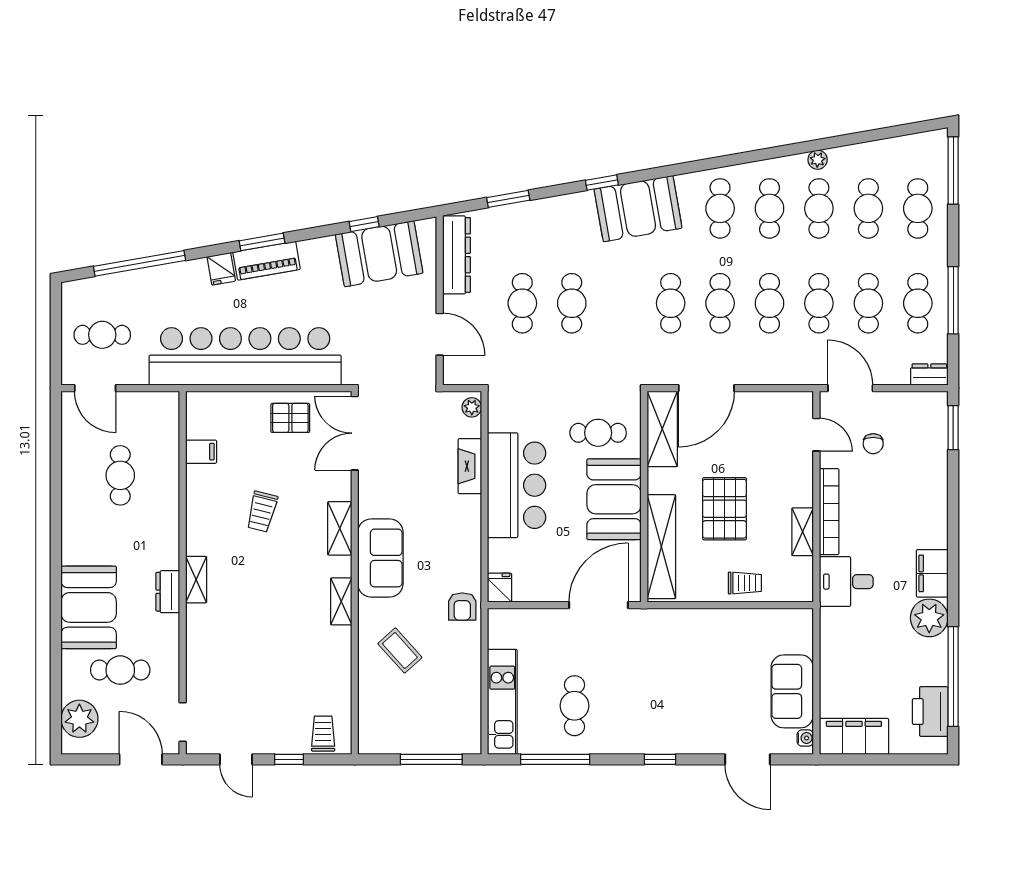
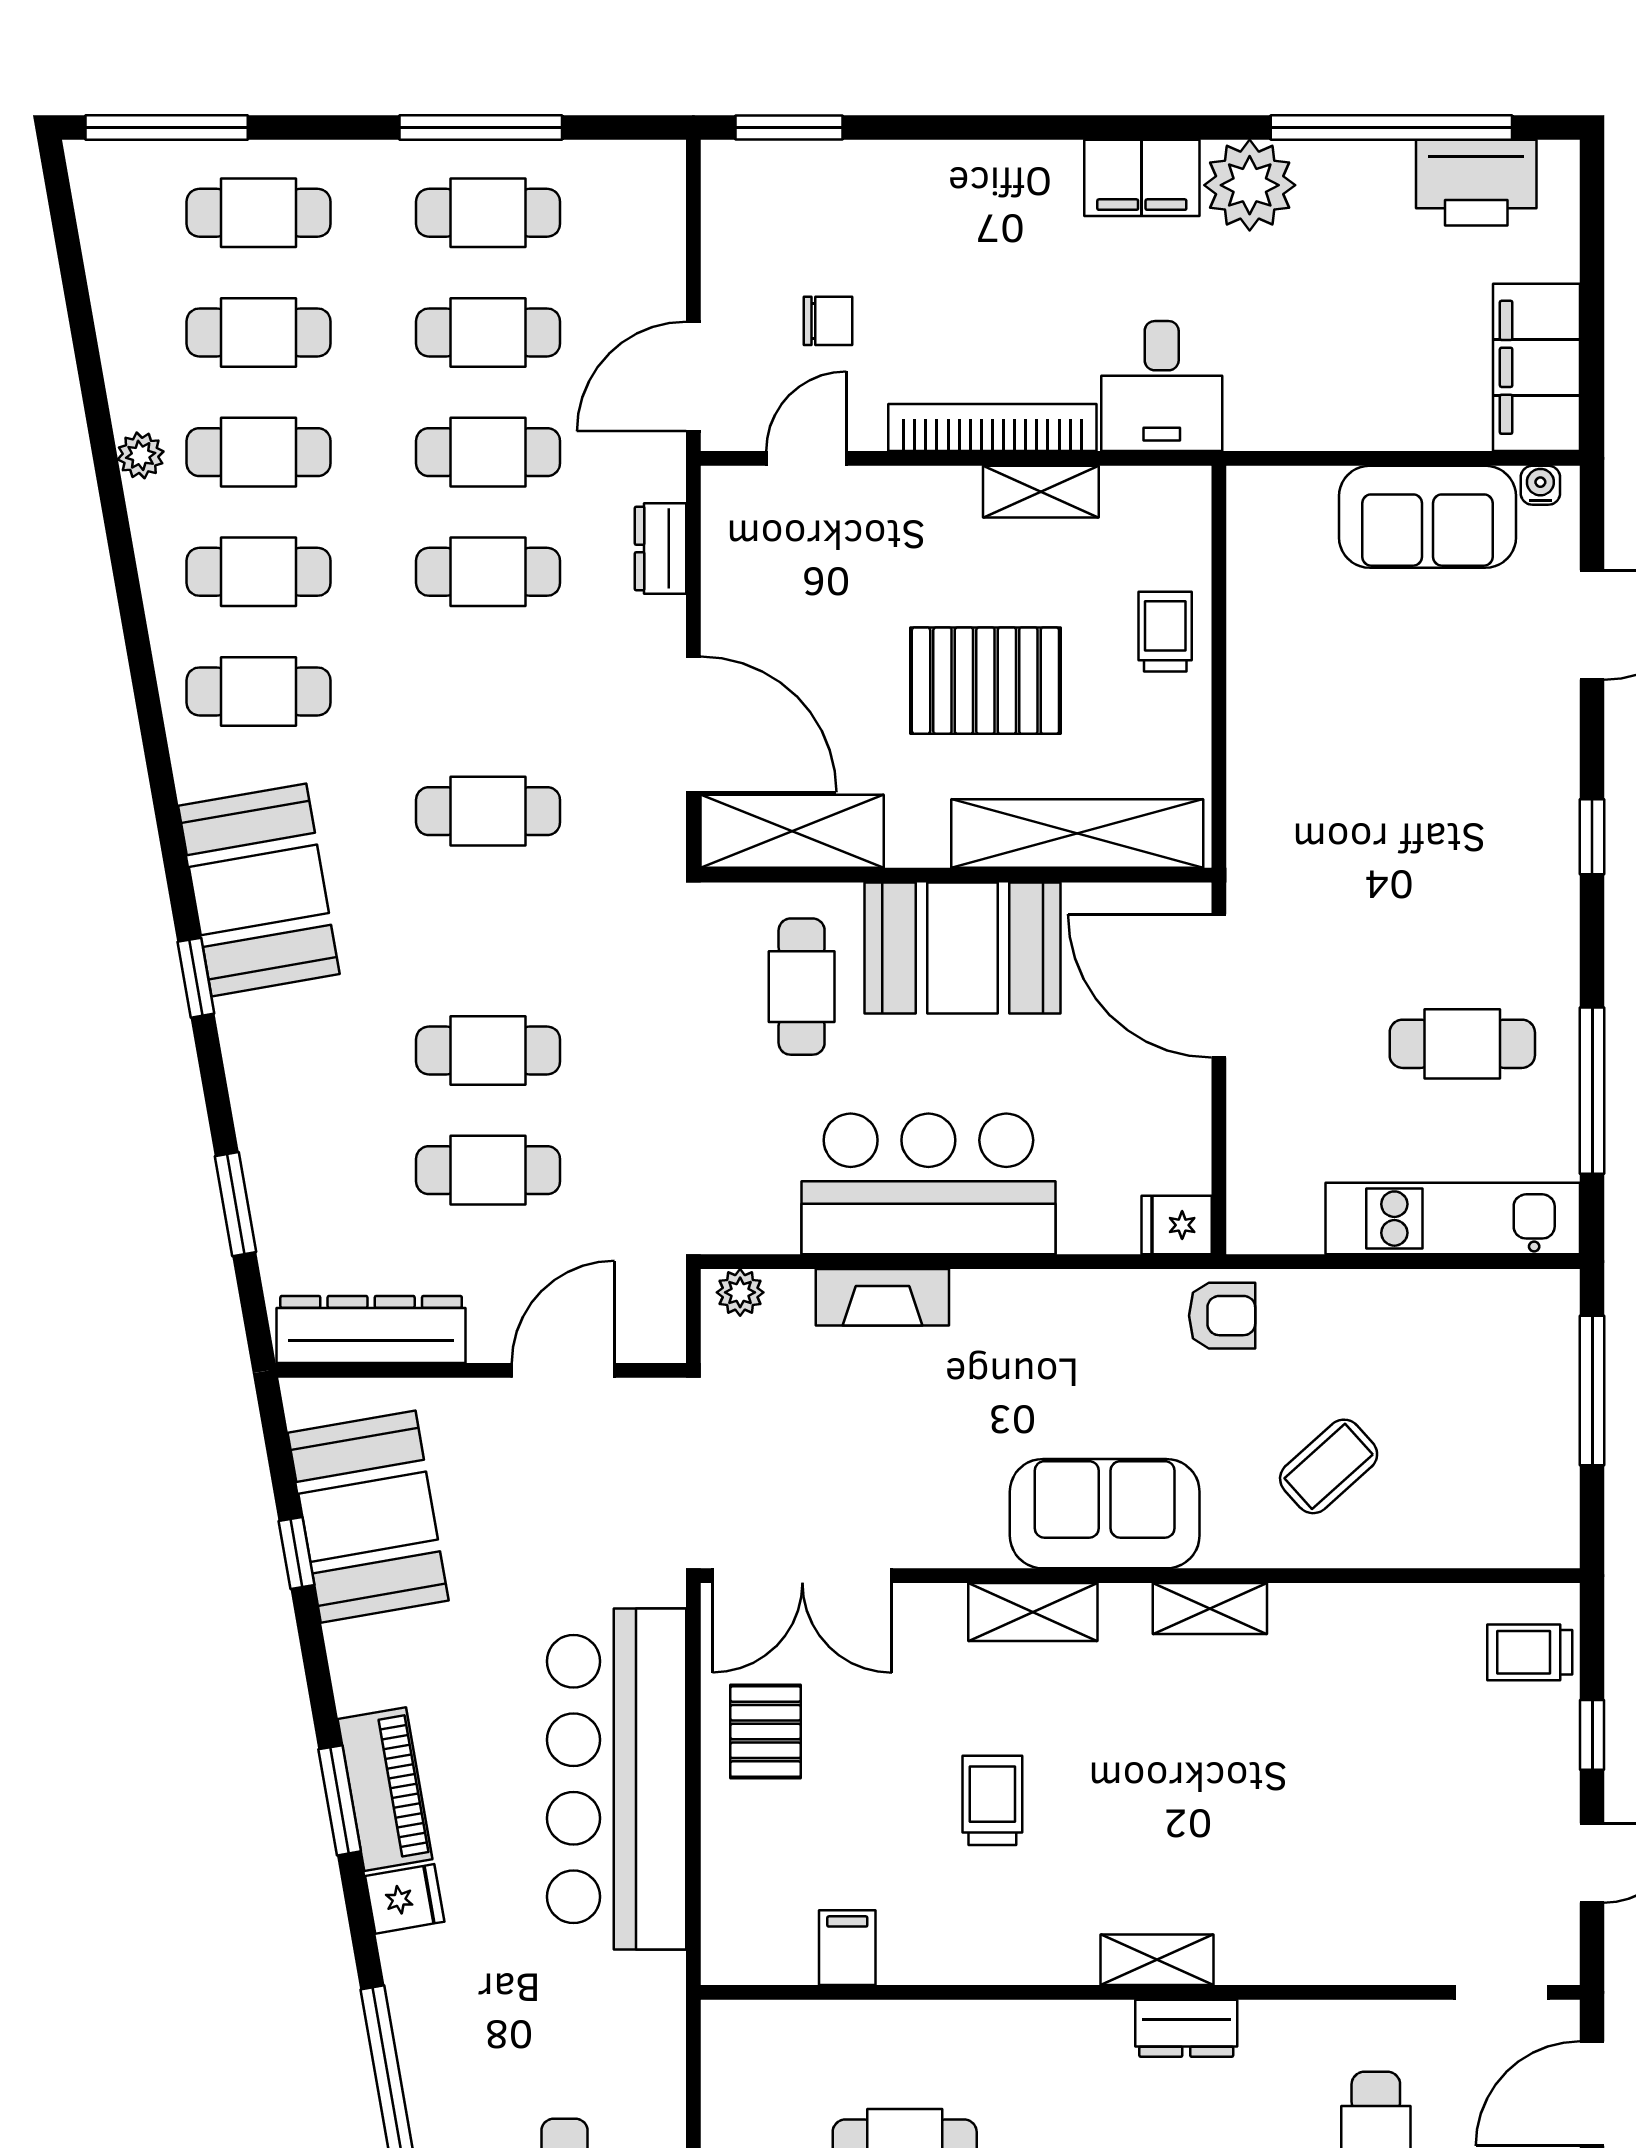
cafe table: (720, 303) -> (488, 691), removed
bar counter: (245, 356) -> (617, 1779), width x0.73
dresser: (929, 375) -> (661, 548), moved
trolley: (262, 512) -> (992, 1800), turned -104

